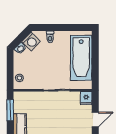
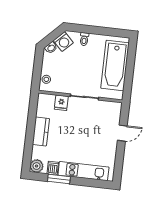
fridge: (86, 98) -> (61, 103), moved
window: (10, 110) -> (32, 113), removed

